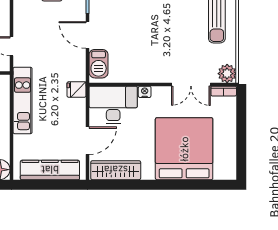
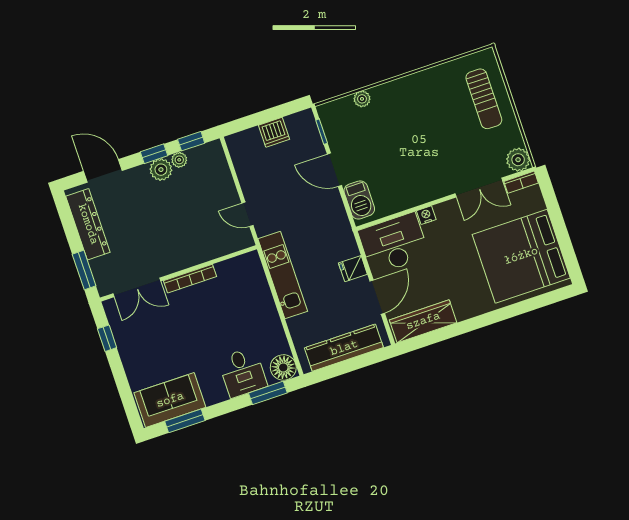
fridge: (77, 89) -> (353, 269), moved
bed: (184, 149) -> (521, 256), moved, turned -90

